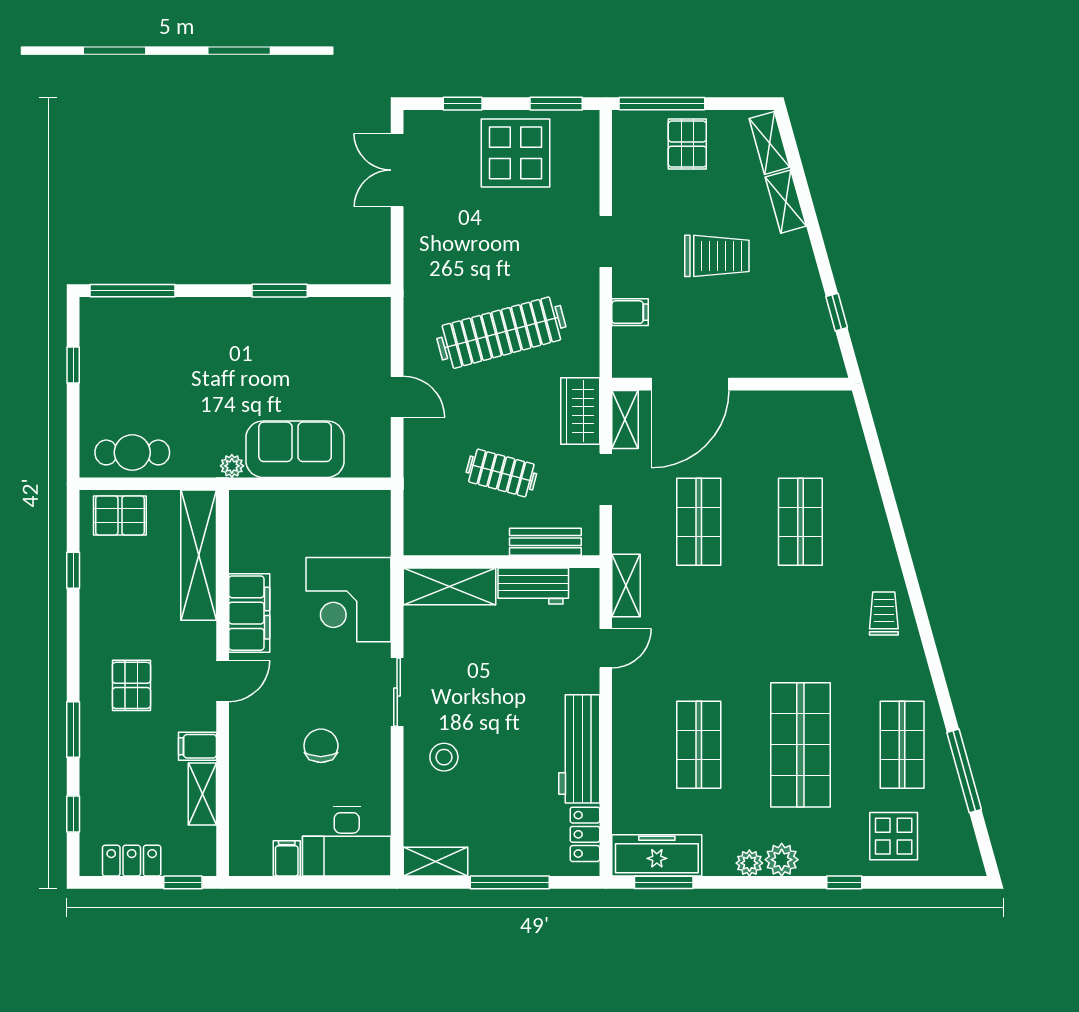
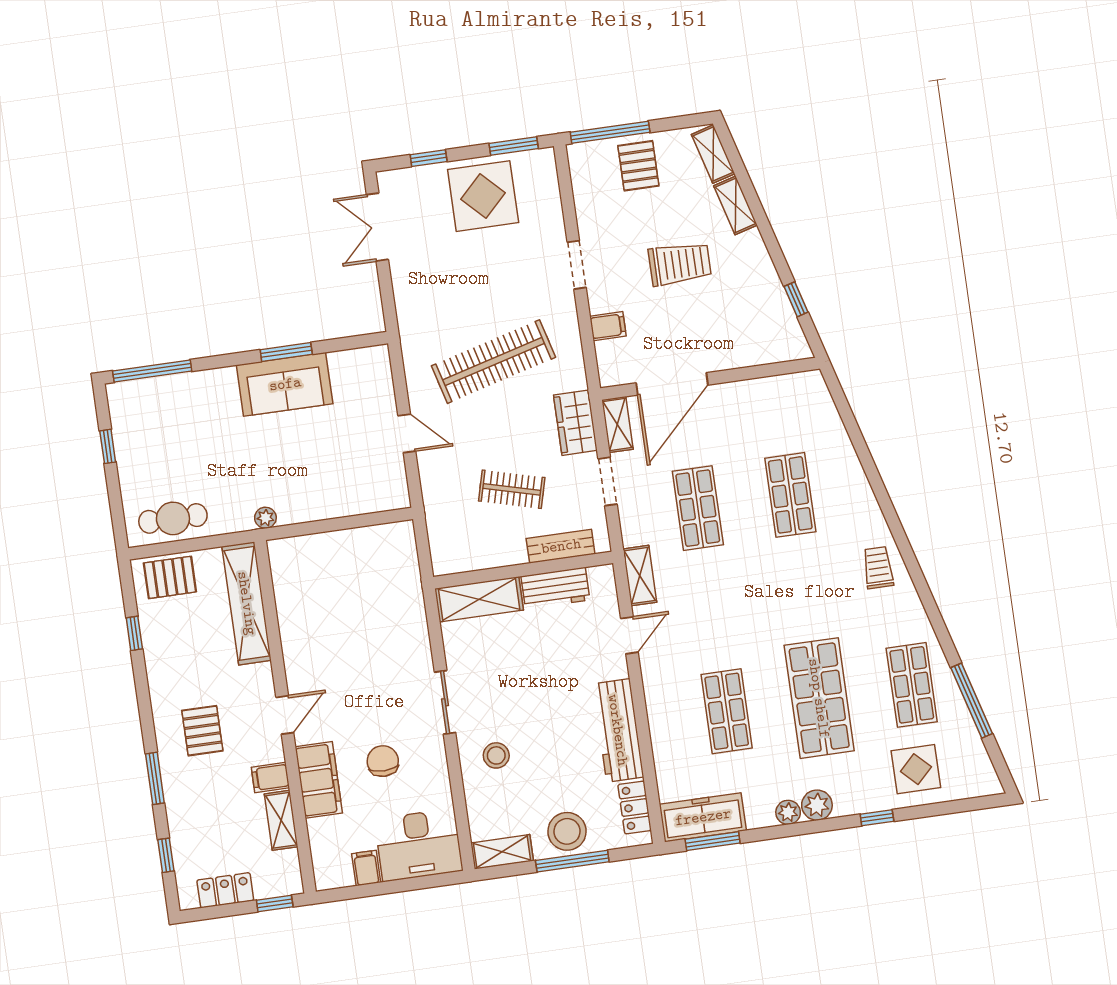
sofa: (295, 449) -> (285, 384), moved, turned 180
corner desk: (349, 600) -> (389, 624), removed
filing cabinet: (249, 613) -> (319, 780), moved
stool: (509, 850) -> (567, 831), added

